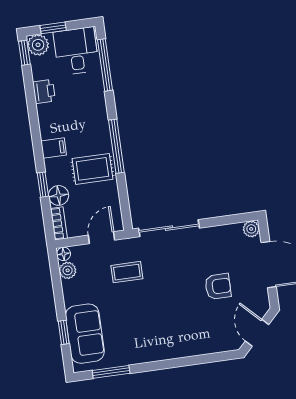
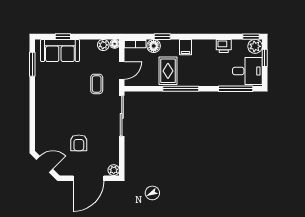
door: (102, 238) -> (122, 70), hinge flipped

